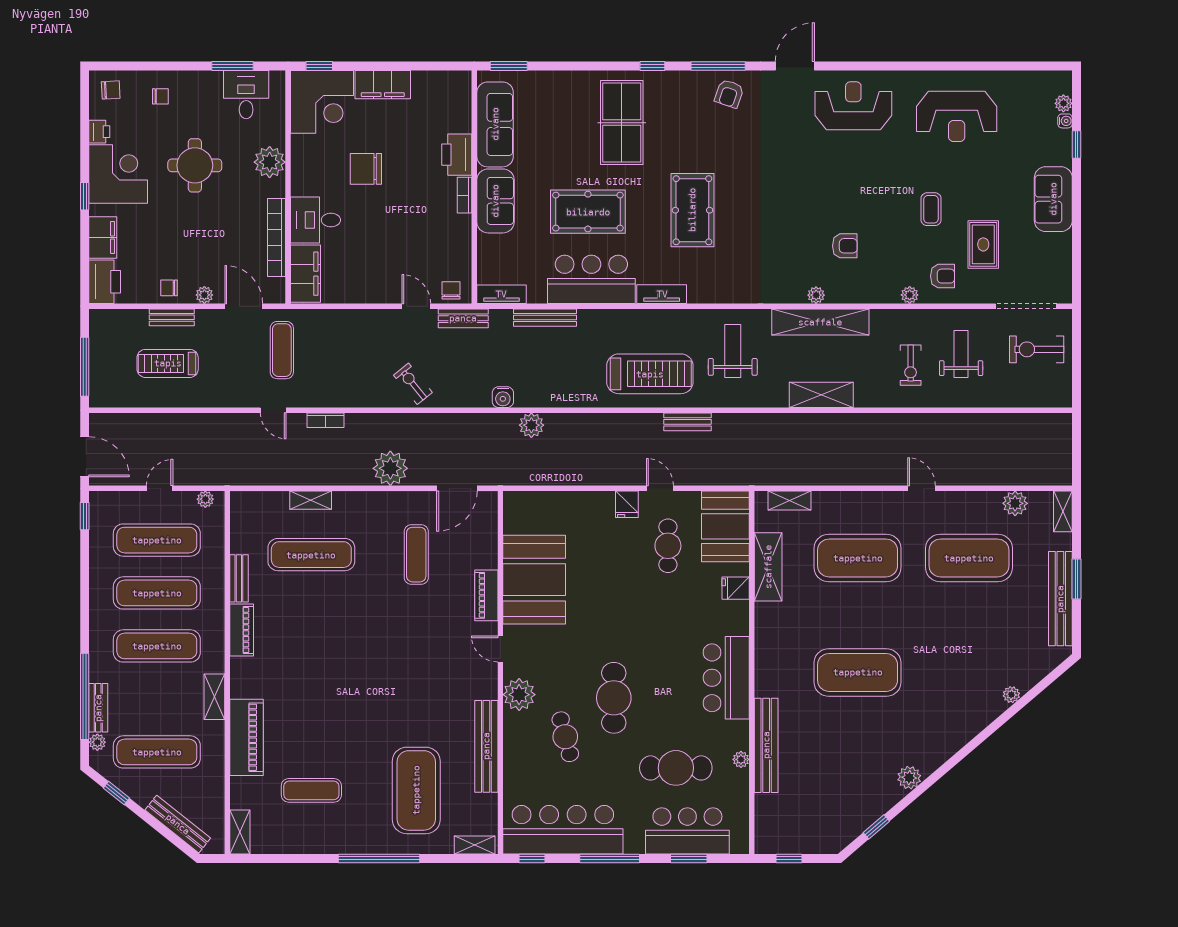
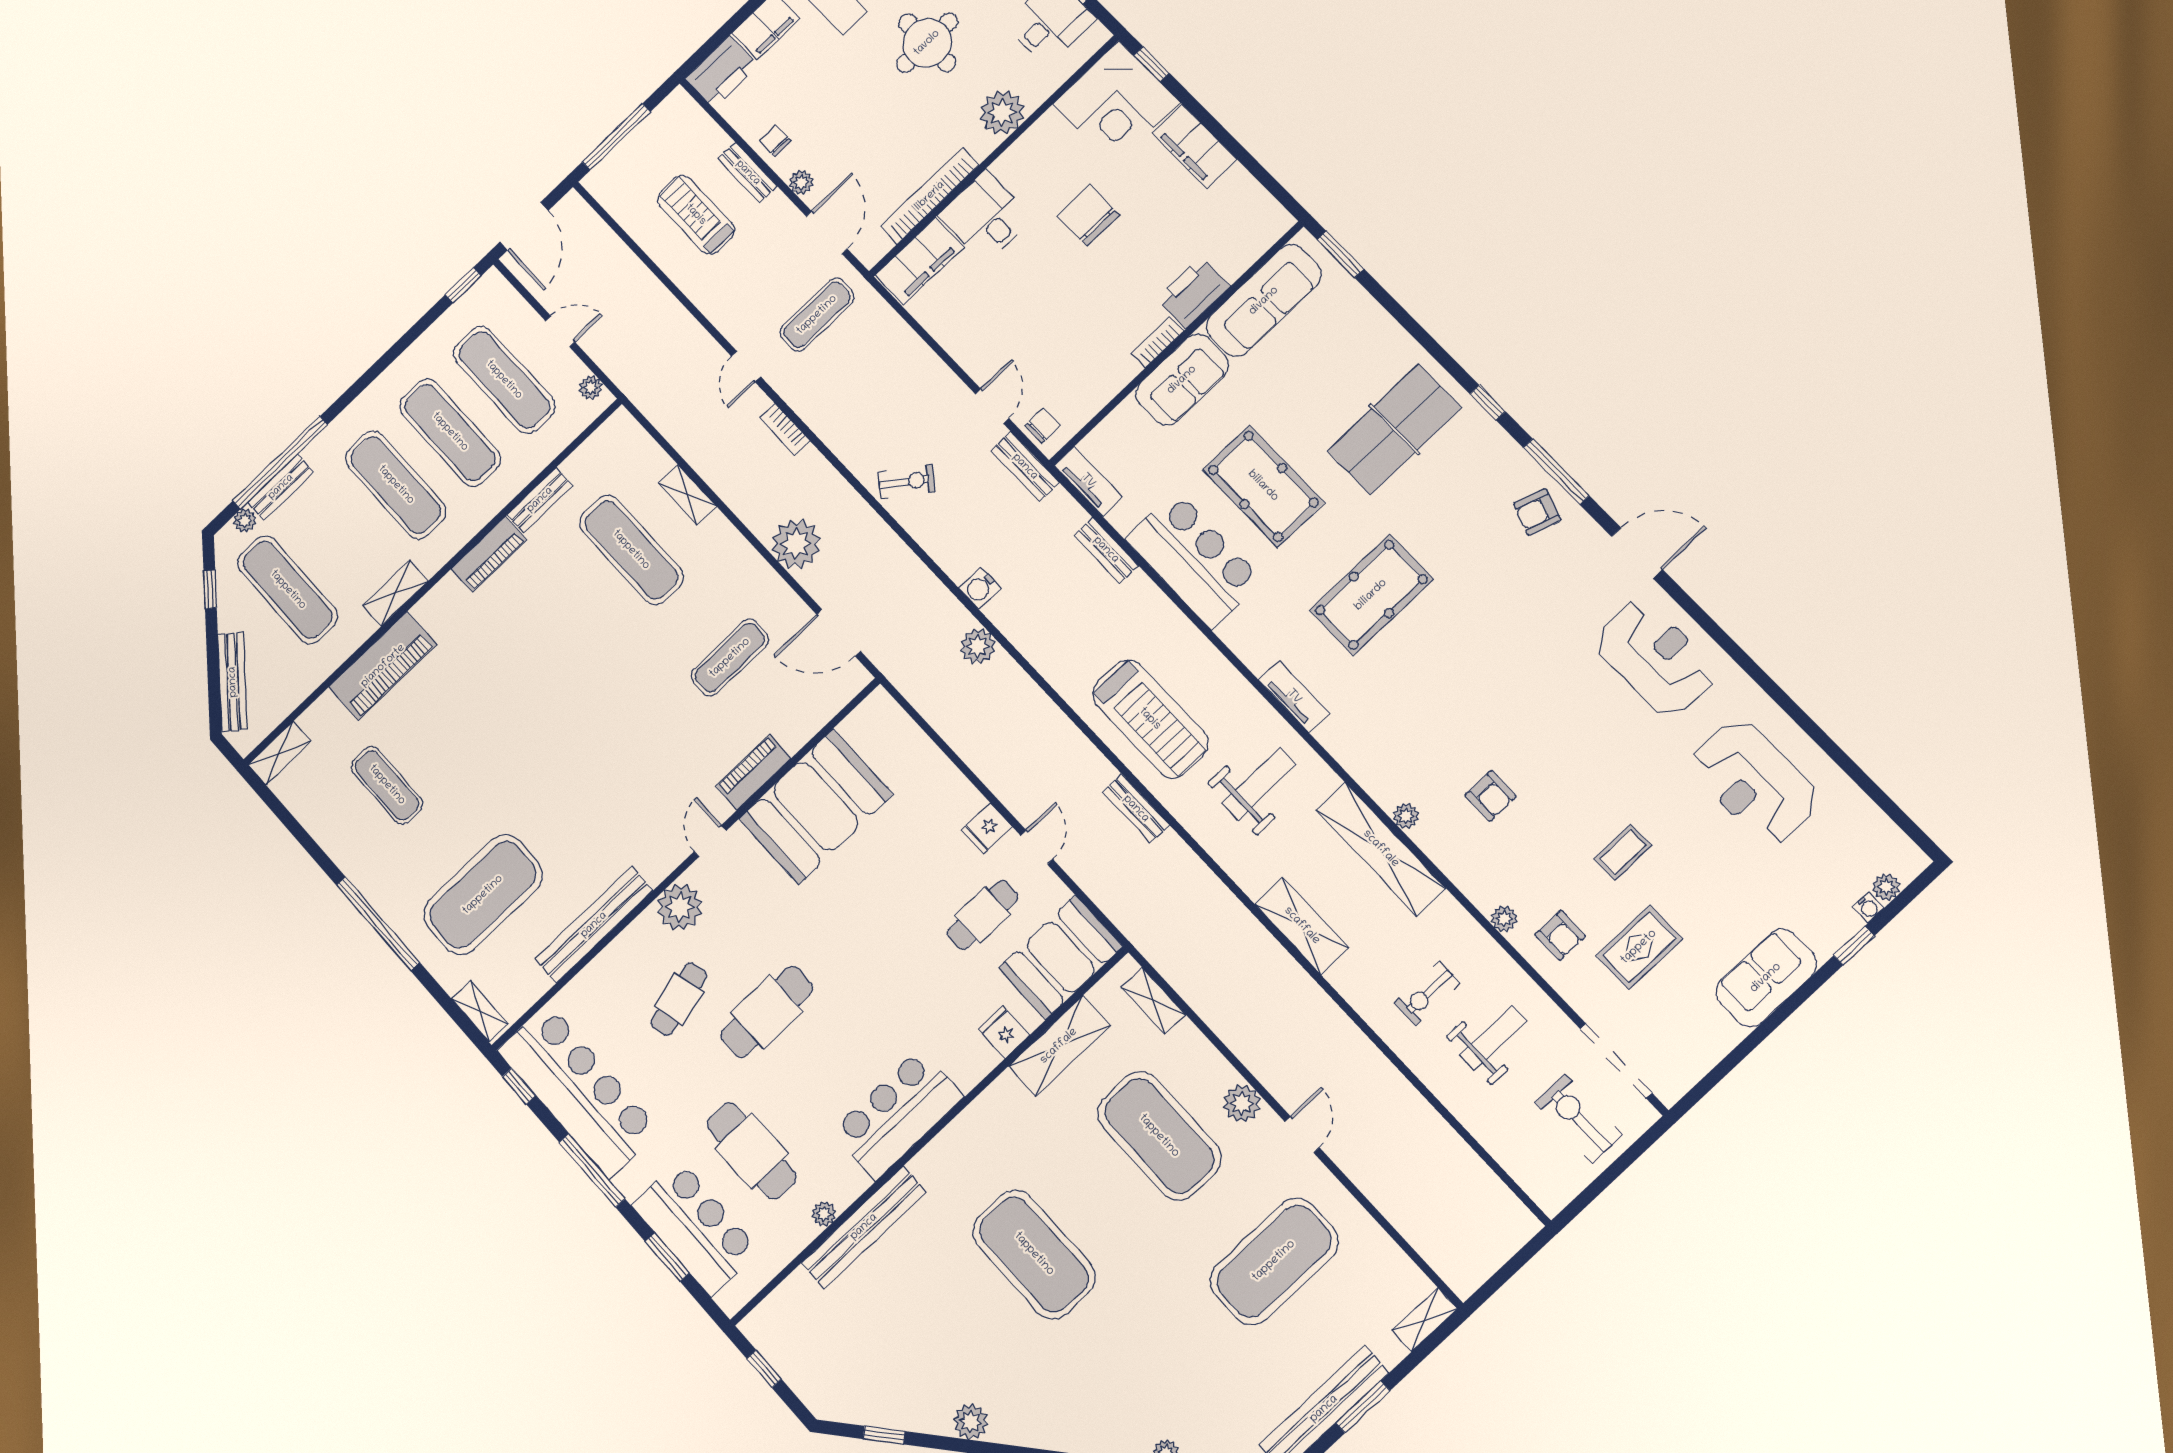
tv unit: (662, 294) -> (1294, 697), moved
bench: (545, 318) -> (1106, 550), width x0.73
exercise bike: (413, 384) -> (907, 482), turned 76
plant: (1015, 503) -> (1242, 1103), moved
exercise mat: (969, 558) -> (1274, 1261), turned 90

